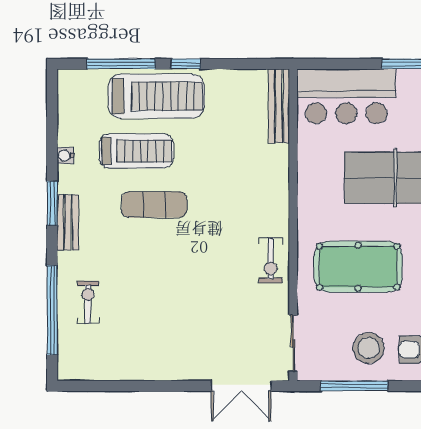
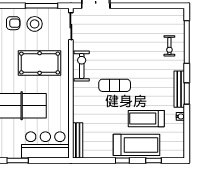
window: (121, 64) -> (154, 161), width x0.46
treadmill: (156, 96) -> (136, 145), turned 180
exercise mat: (154, 205) -> (115, 85), moved
bench: (68, 222) -> (179, 89), width x1.36
exercise bike: (271, 261) -> (82, 66), width x1.38, depth x1.39

